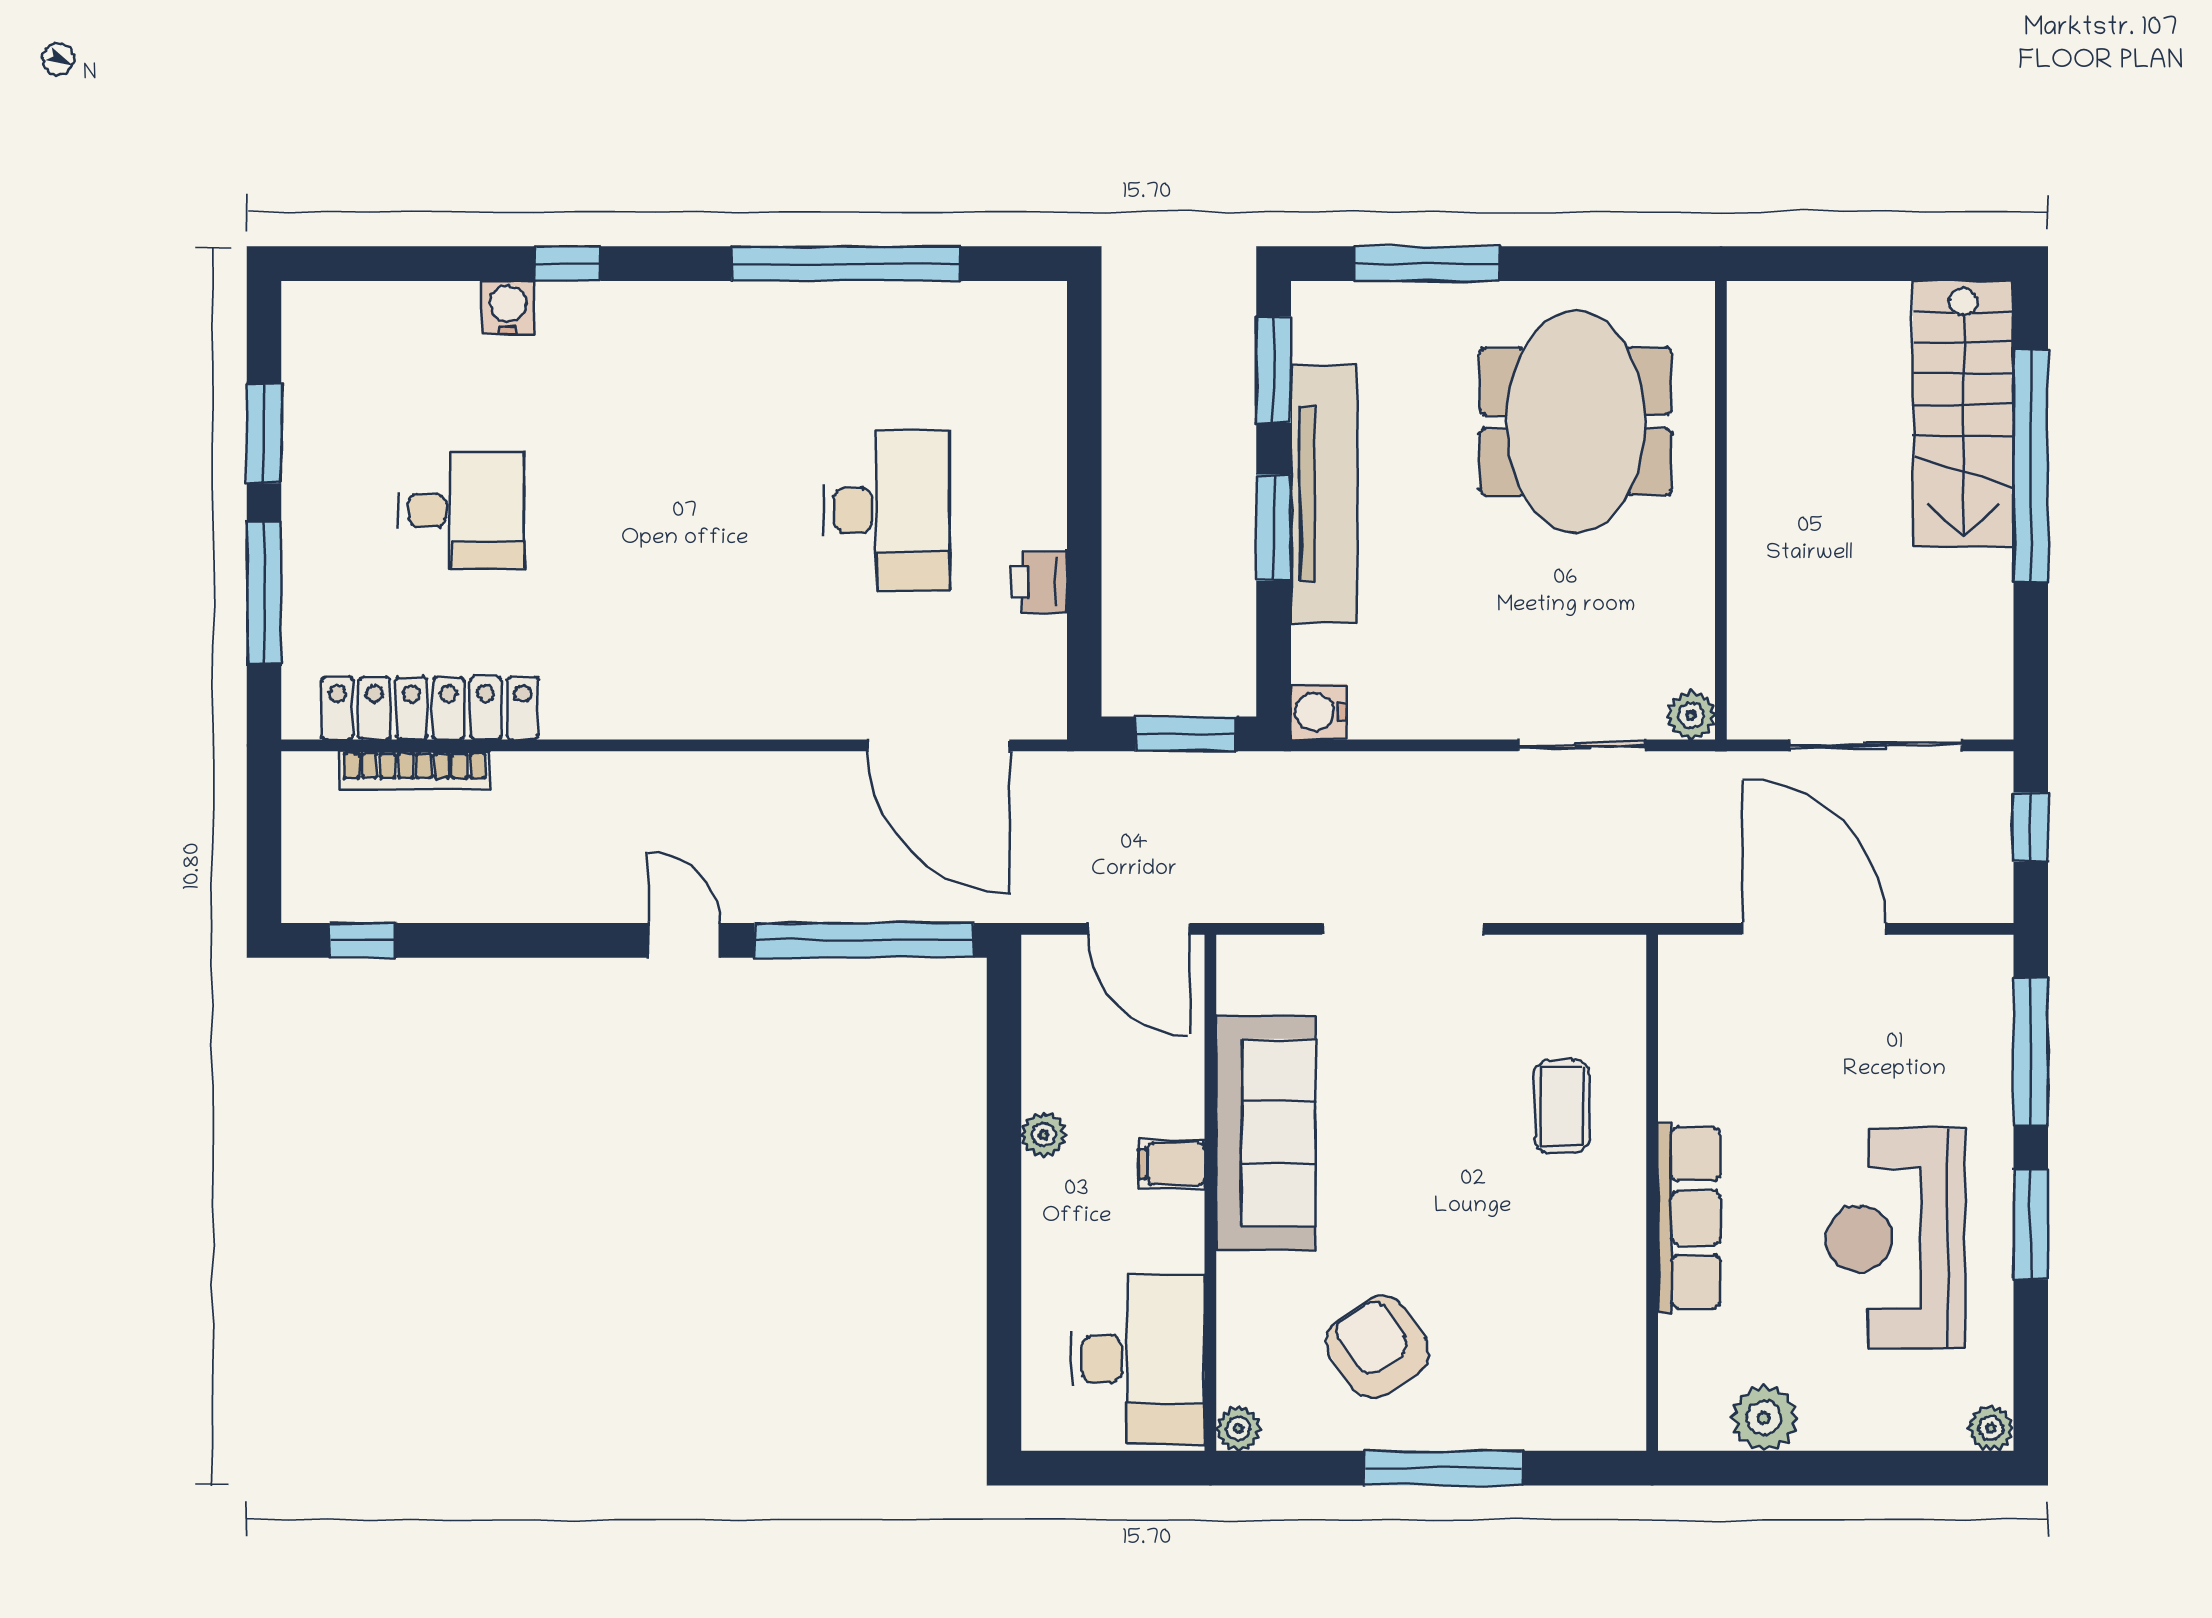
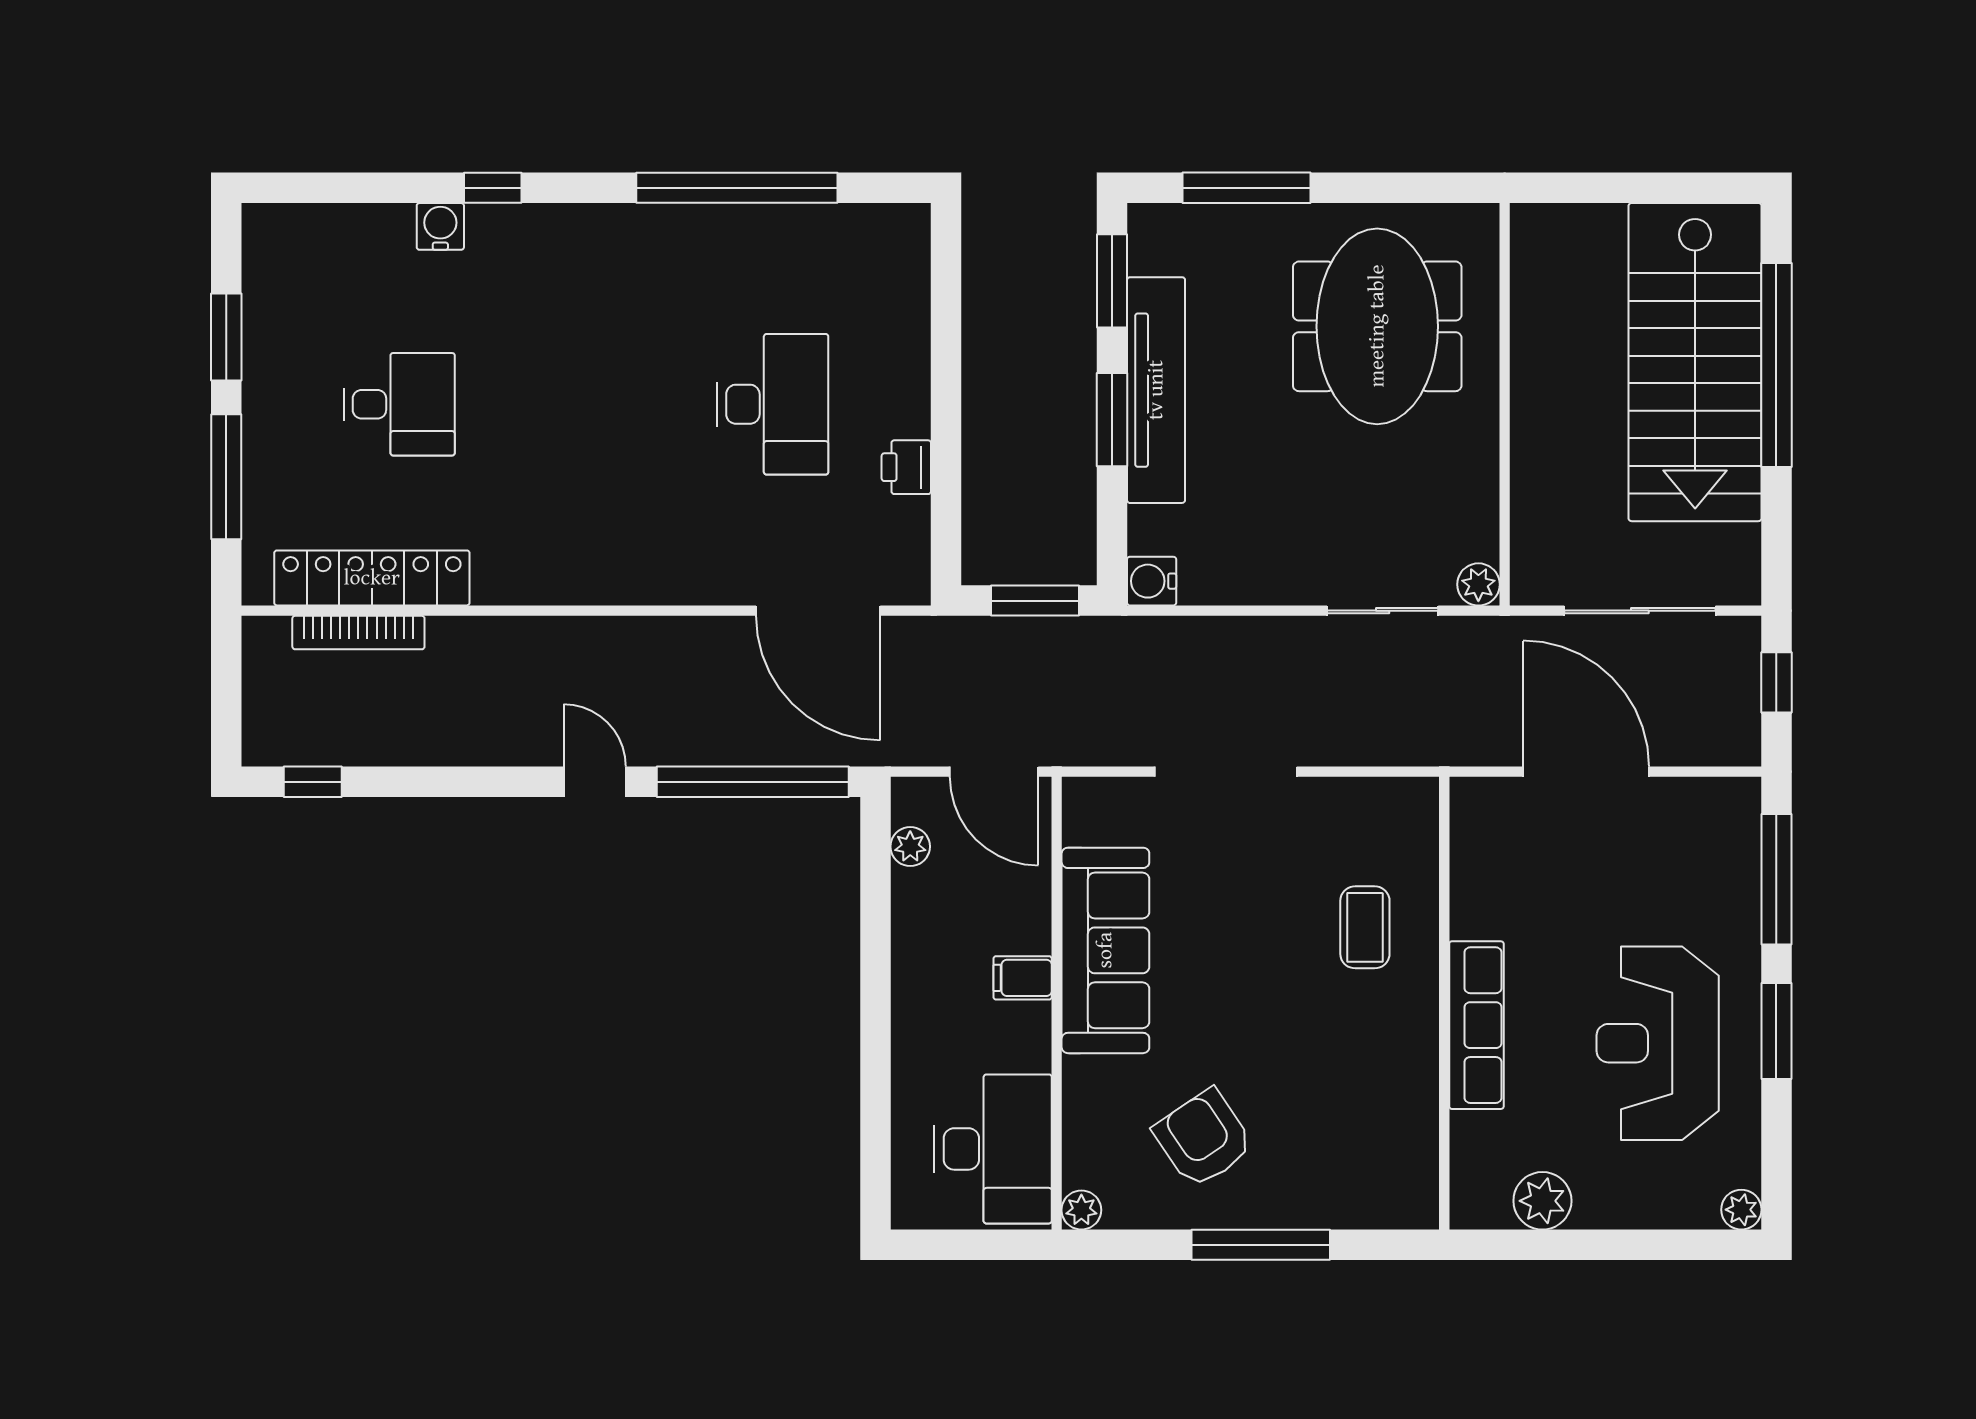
stairs: (1963, 414) -> (1695, 362), width x1.36, depth x1.51
plant: (1044, 1135) -> (910, 847), moved

